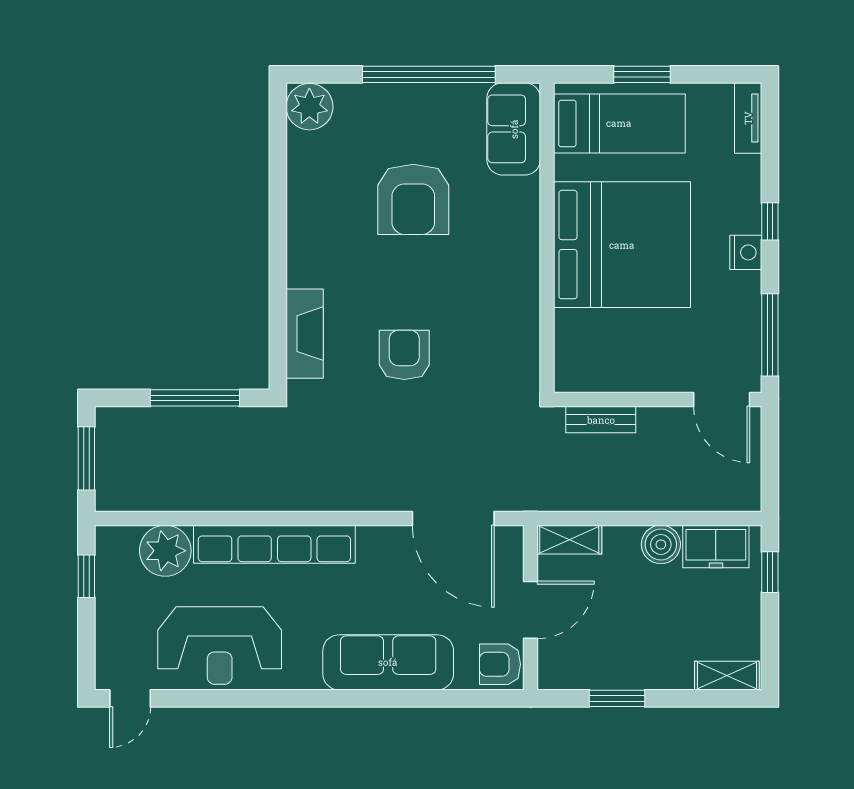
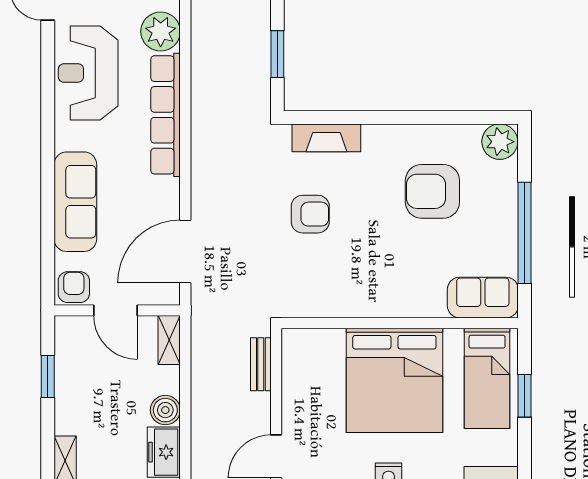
armchair: (413, 199) -> (432, 191), moved
window: (195, 398) -> (277, 54), width x0.69

